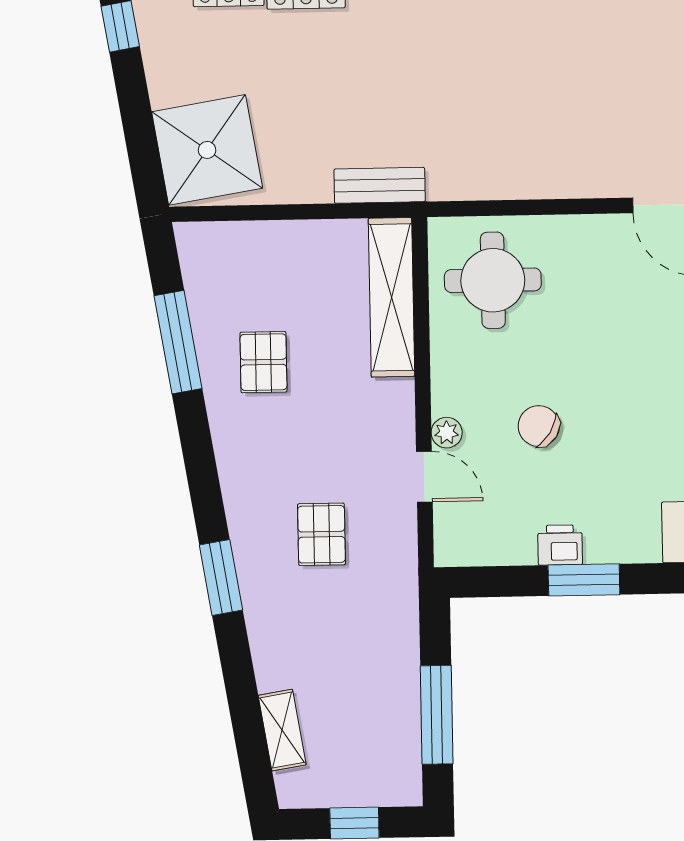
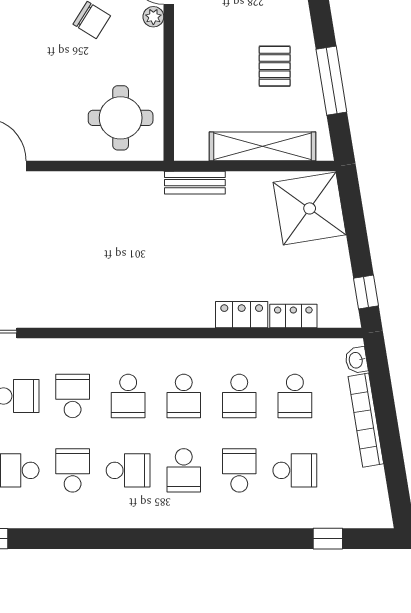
shelving: (391, 297) -> (263, 146), moved, turned 90

